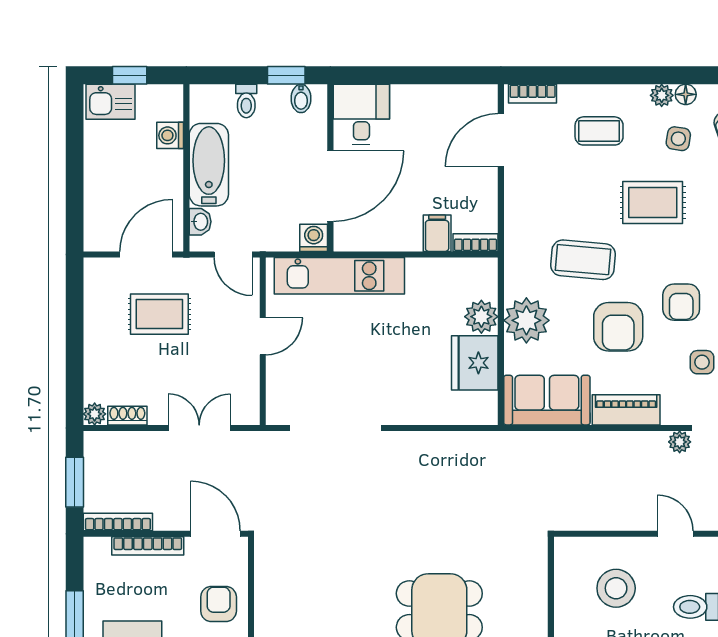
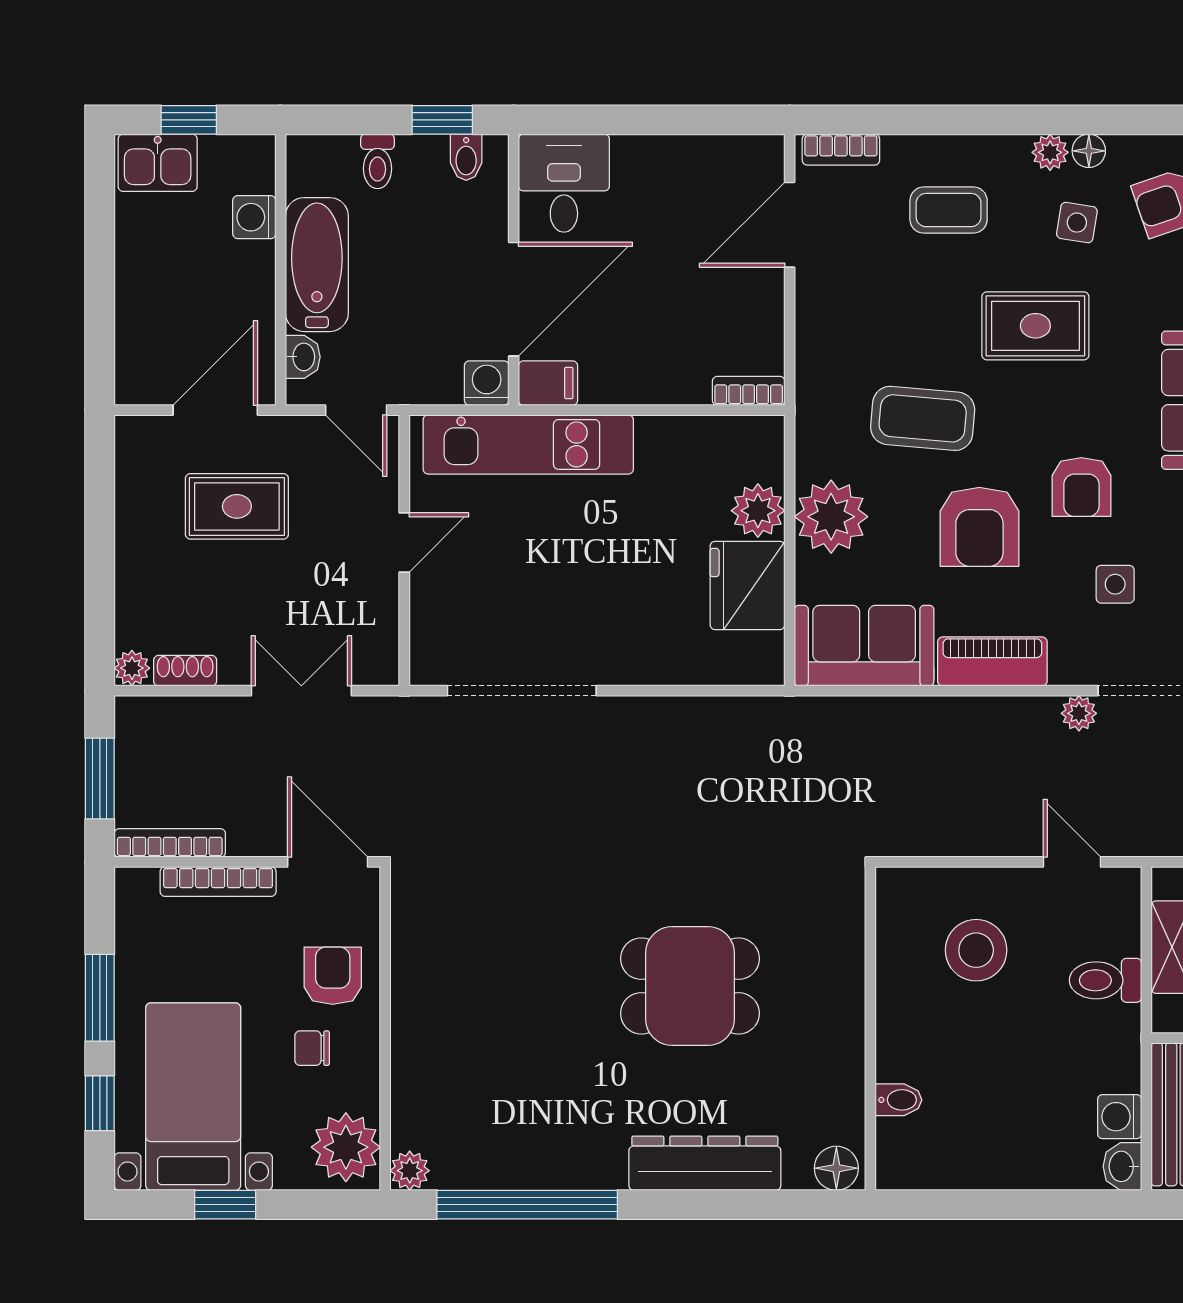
filing cabinet: (437, 233) -> (548, 383), moved, turned 90

